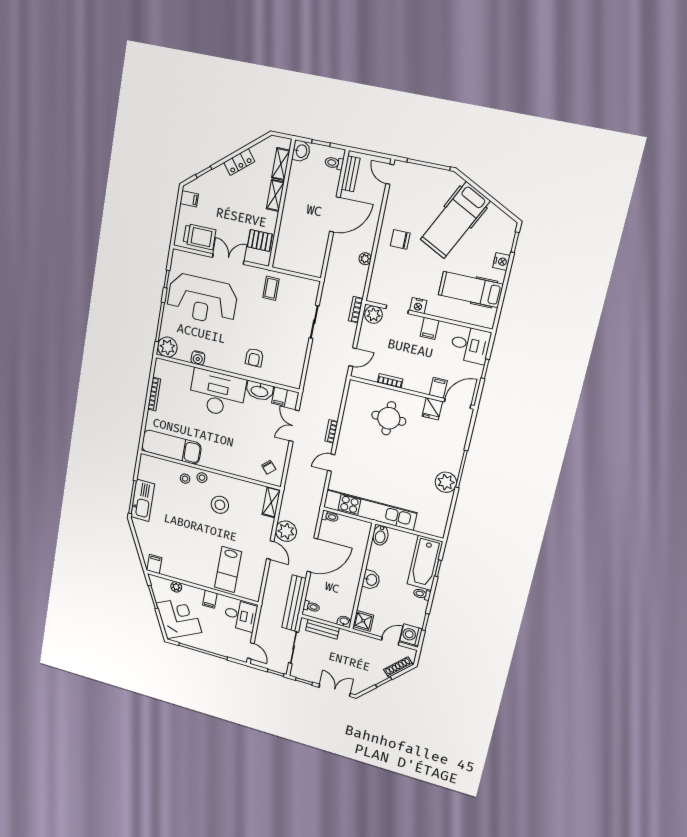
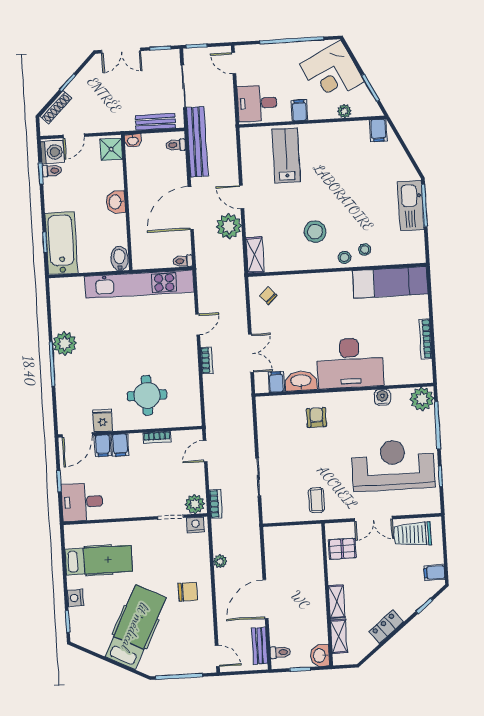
nightstand: (418, 306) -> (195, 525), moved
filing cabinet: (429, 328) -> (120, 445), moved, turned 180
toilet: (422, 594) -> (52, 171), moved

